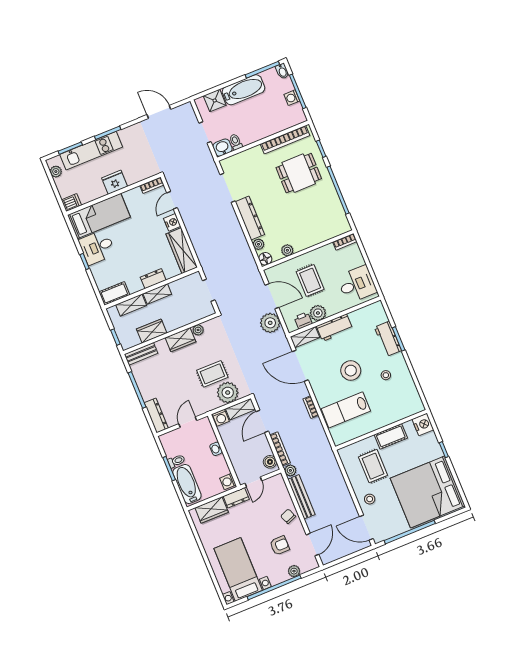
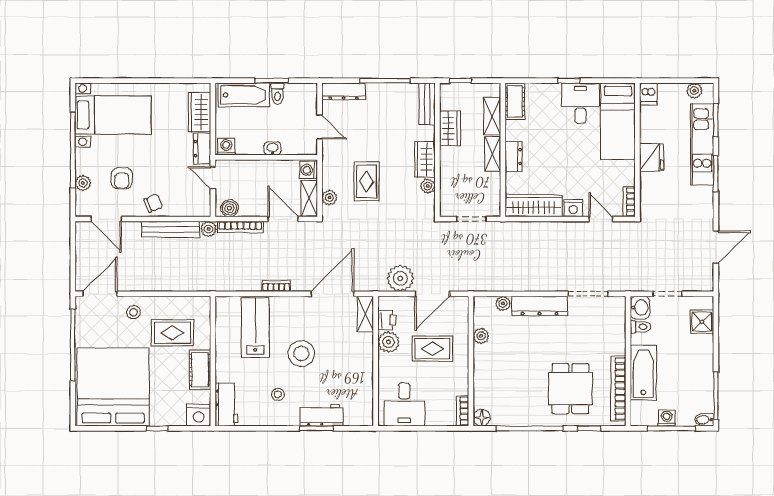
bathtub: (243, 90) -> (643, 373), moved, turned 180
floor lamp: (265, 259) -> (482, 418), moved
workbench: (335, 328) -> (226, 404), moved, turned 180
plant: (228, 393) -> (329, 198), width x0.53, depth x0.53

